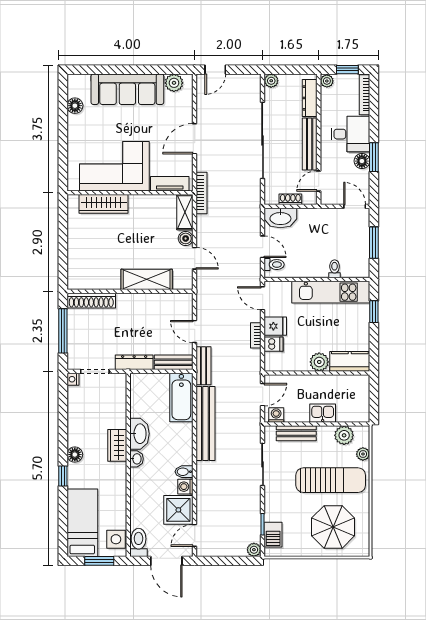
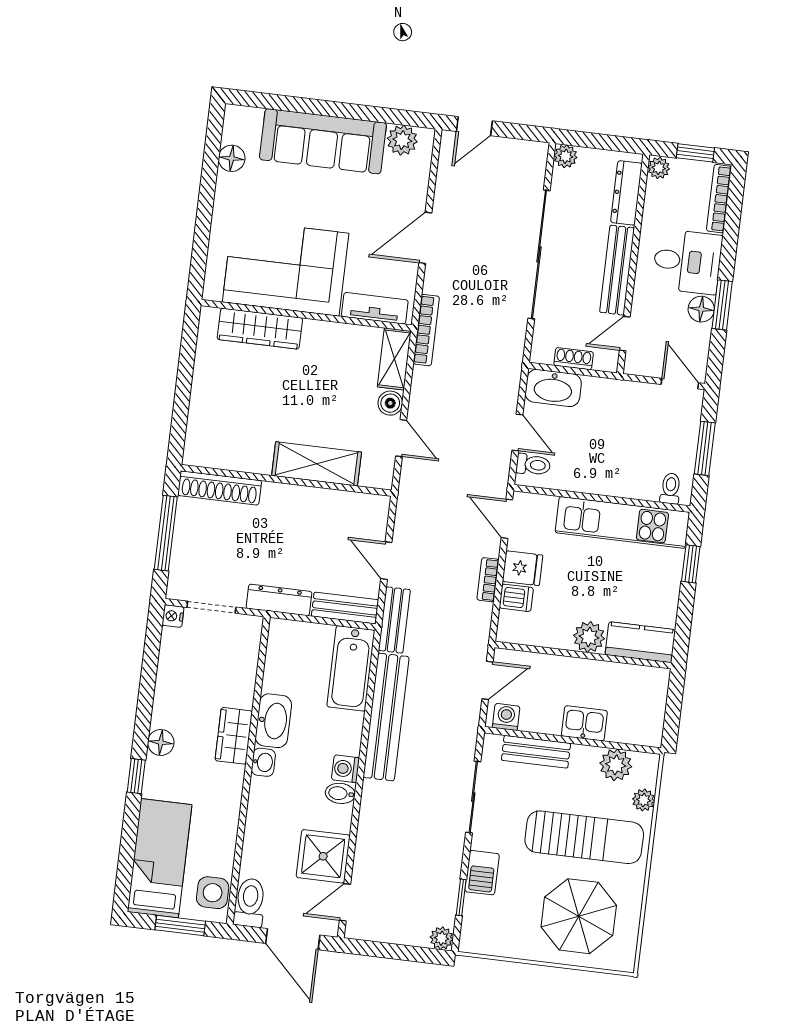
toilet: (335, 269) -> (670, 488), moved
washing machine: (185, 487) -> (345, 769), moved
barbecue: (273, 535) -> (482, 873), moved

